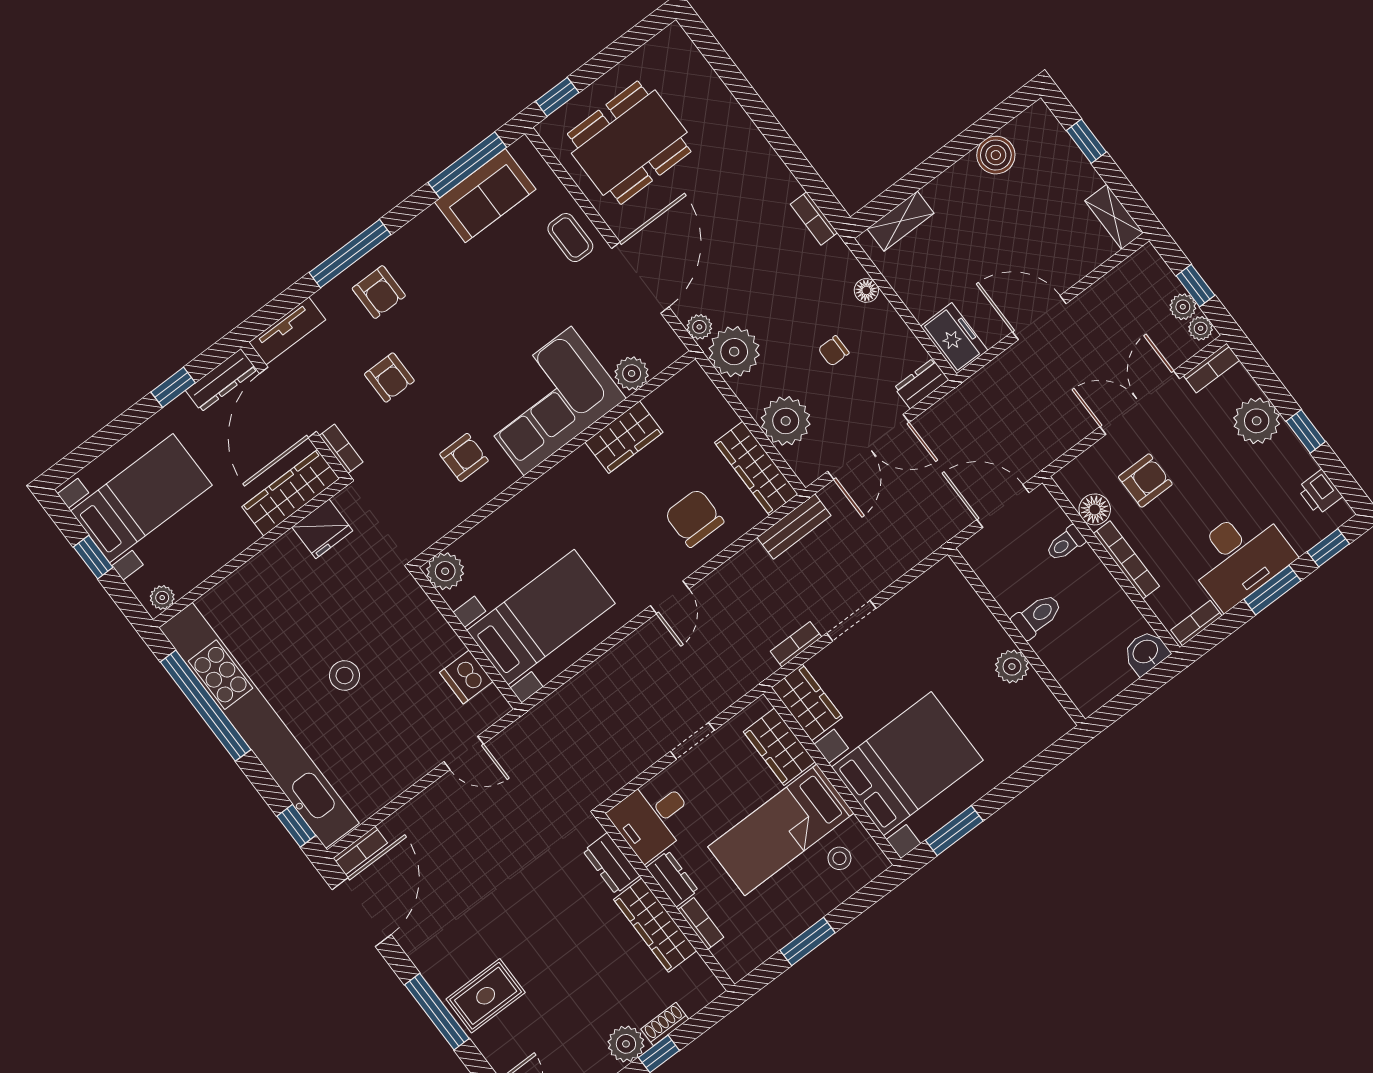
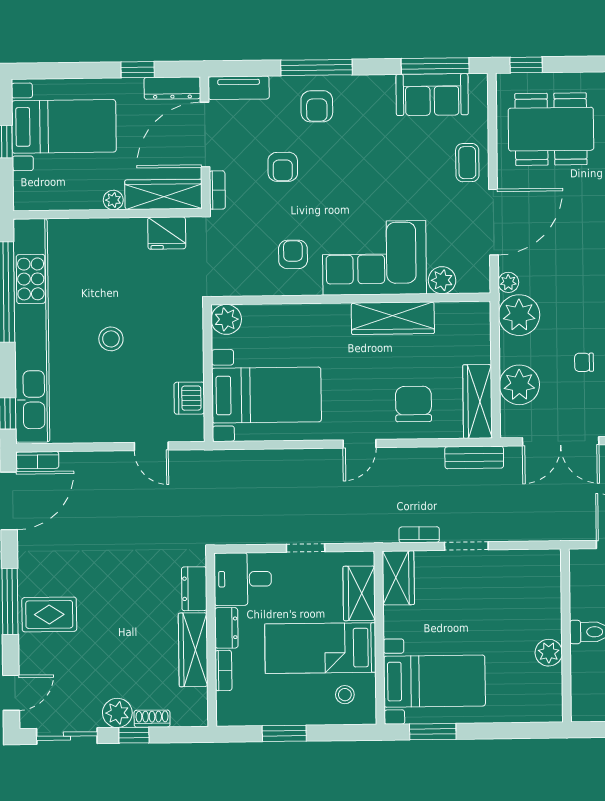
wardrobe: (624, 437) -> (393, 318), width x1.50
armchair: (464, 457) -> (293, 254), turned -90
plant: (162, 598) -> (113, 200), moved
bed with nightstands: (907, 764) -> (434, 681), width x0.73

